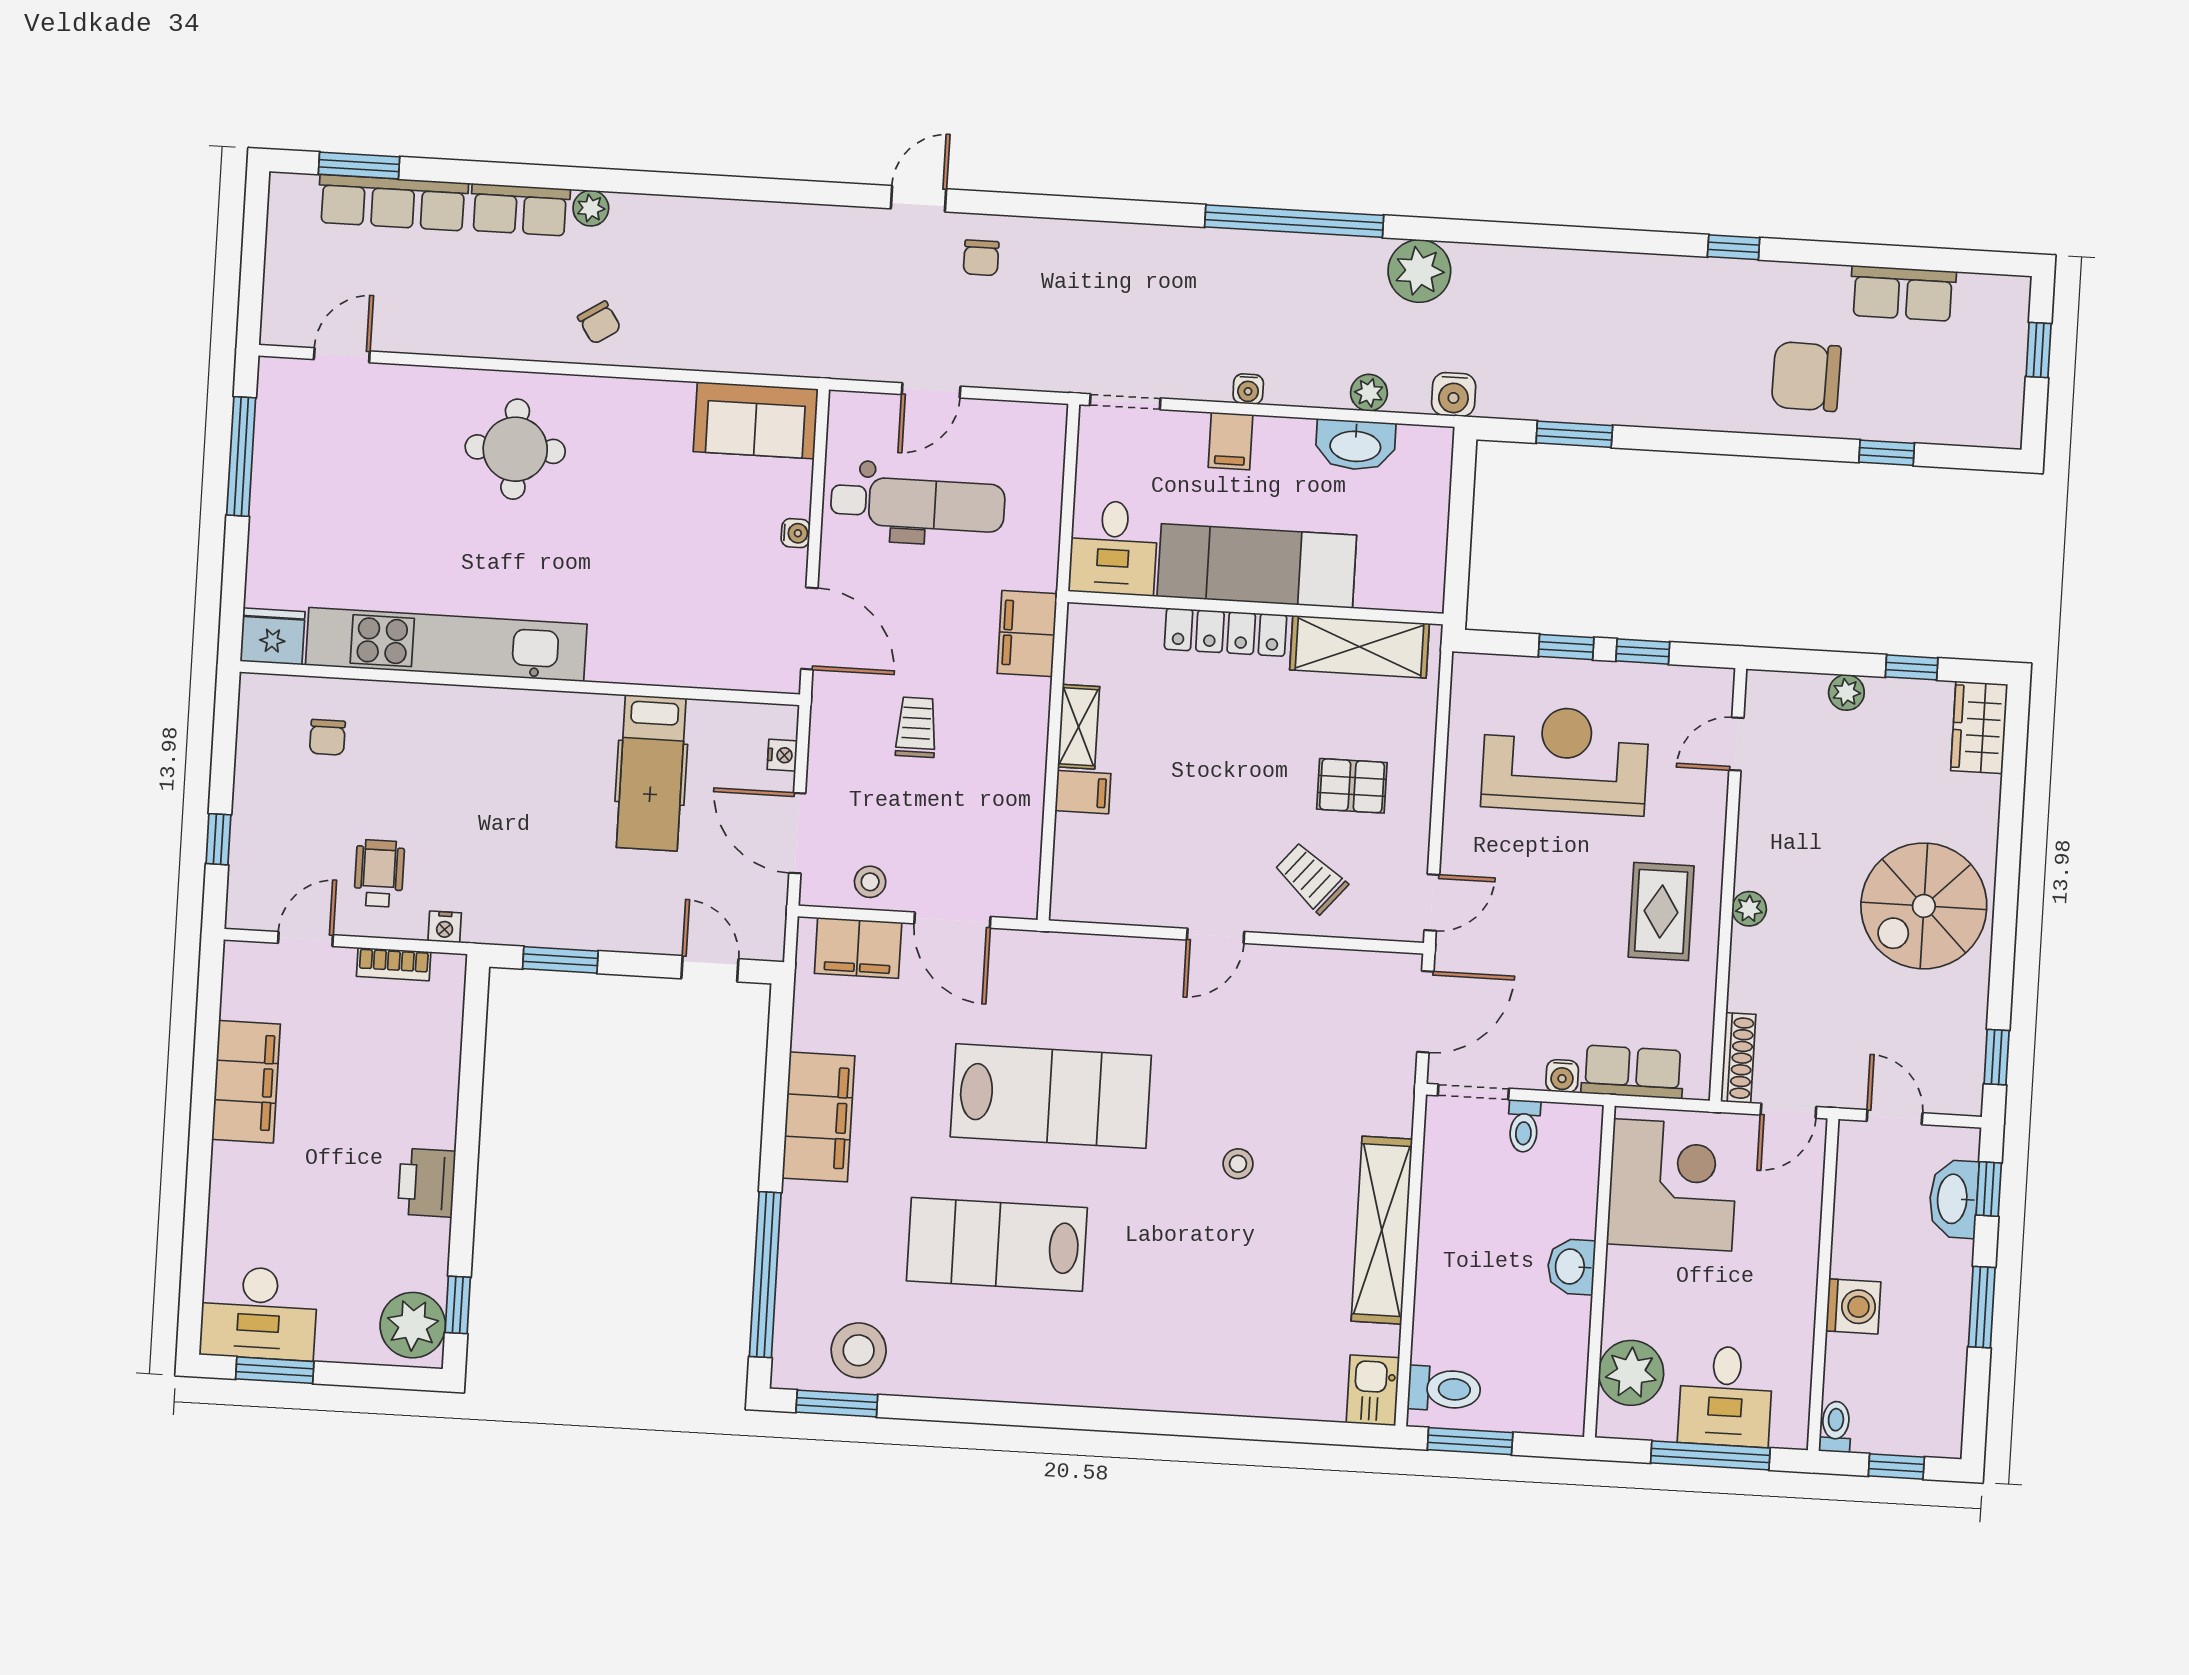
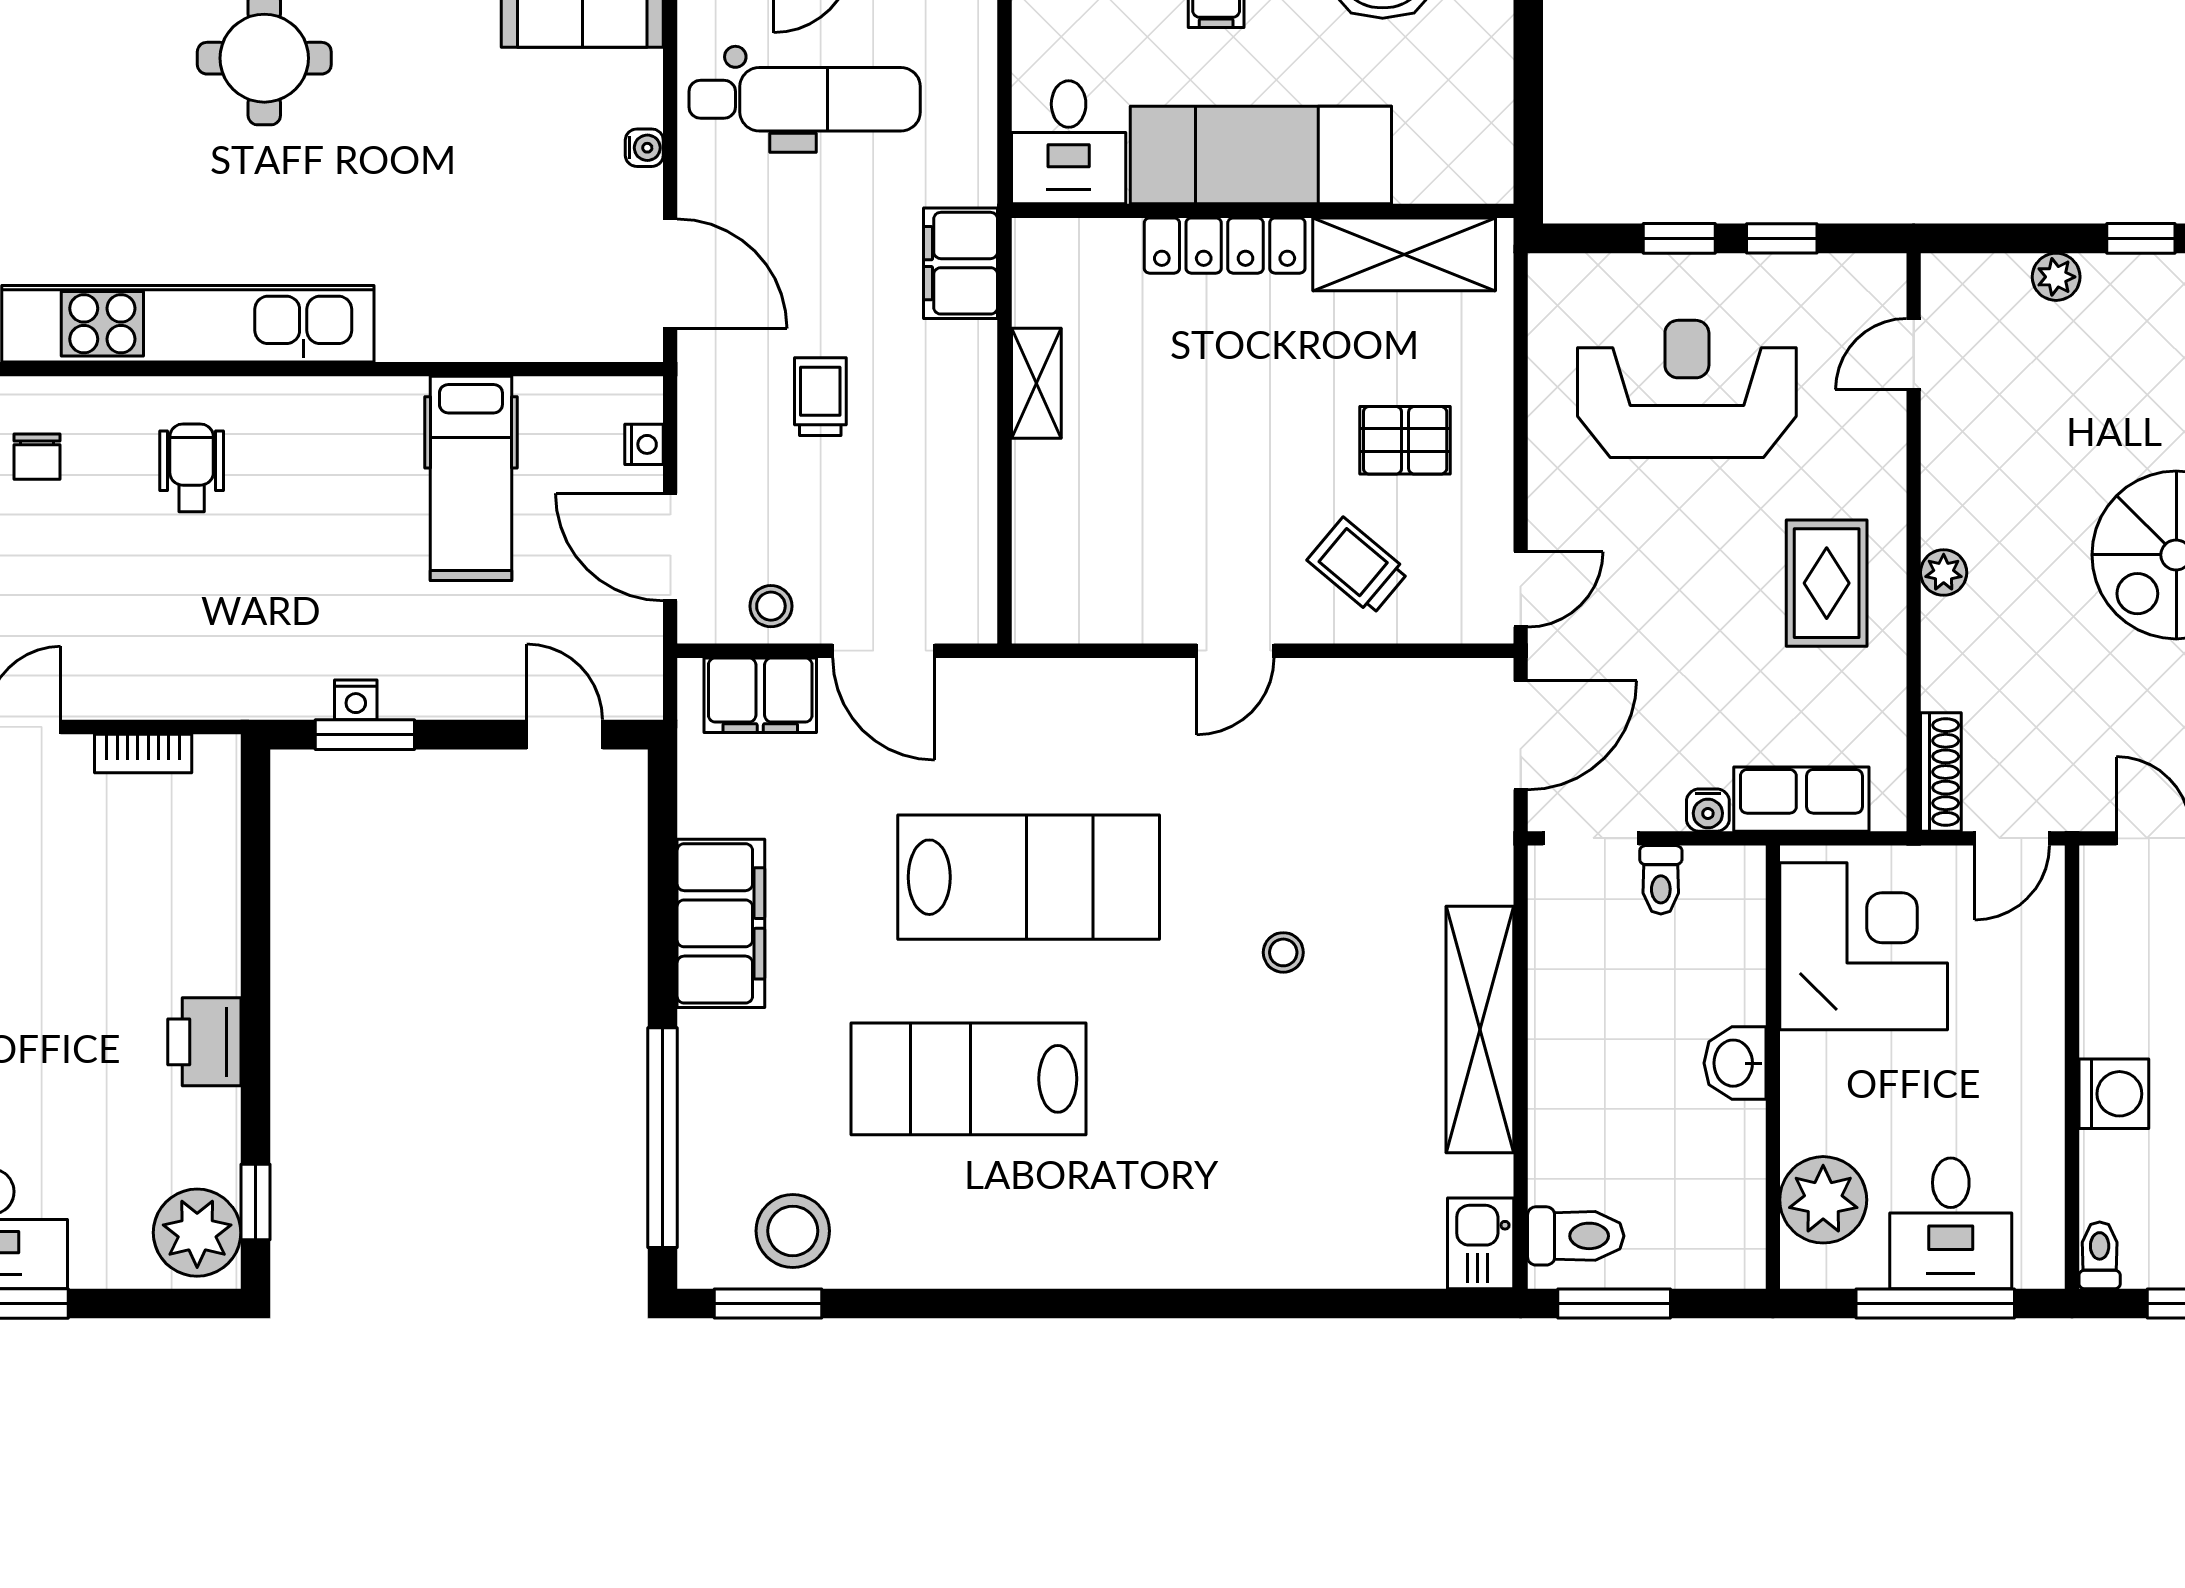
filing cabinet: (1083, 792) -> (1047, 470), removed
wheelchair: (379, 873) -> (192, 468), moved
nightstand: (445, 927) -> (356, 700), moved

